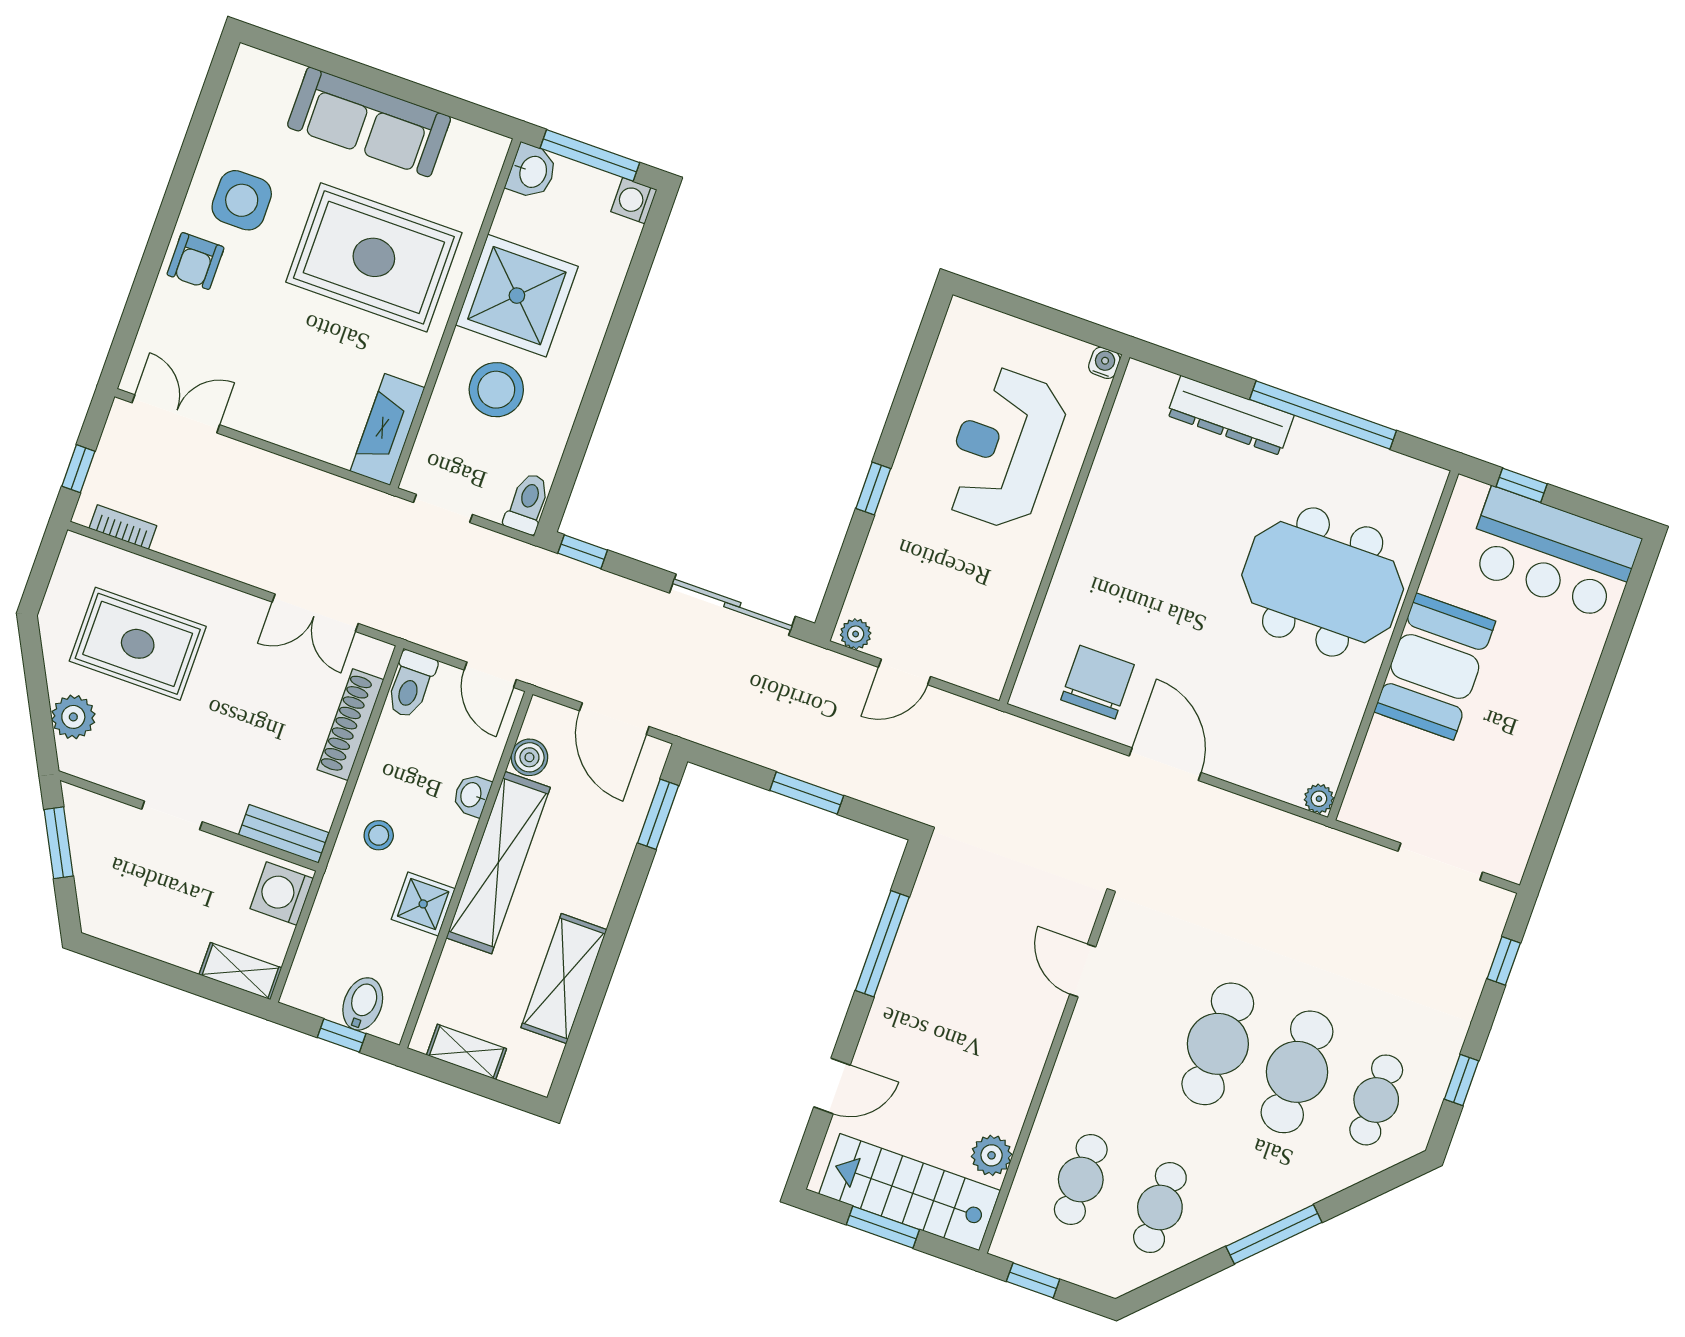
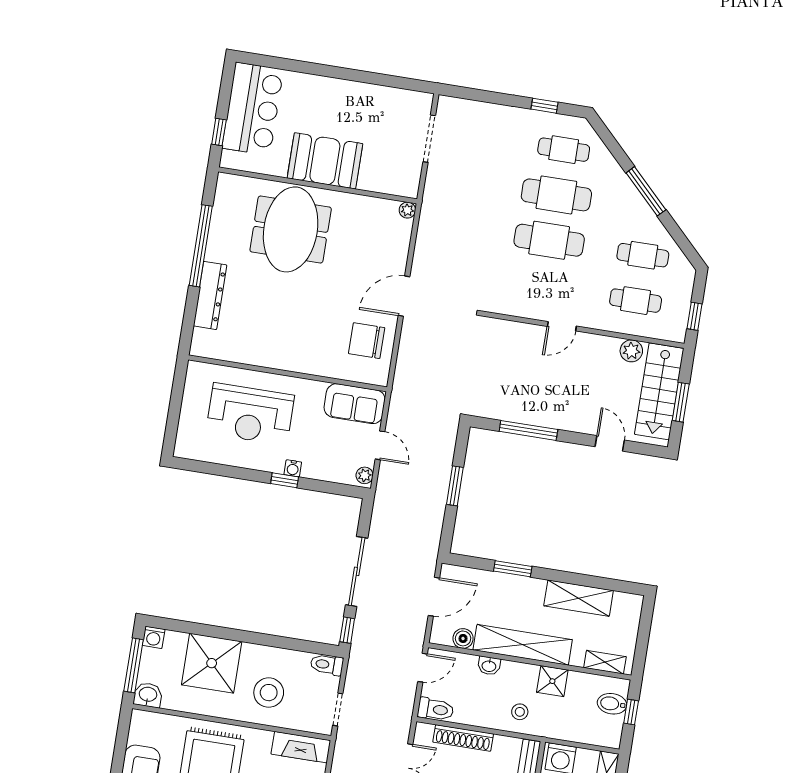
shower: (517, 296) -> (212, 663), moved
water cooler: (1104, 363) -> (293, 468), moved, turned -90
sliding door: (732, 605) -> (357, 571), moved
sofa: (988, 640) -> (355, 404), added
window: (658, 814) -> (513, 569), moved
window: (1504, 961) -> (476, 95), removed
door: (1083, 970) -> (562, 326), moved
shelving: (467, 1052) -> (605, 662), moved, turned 90

